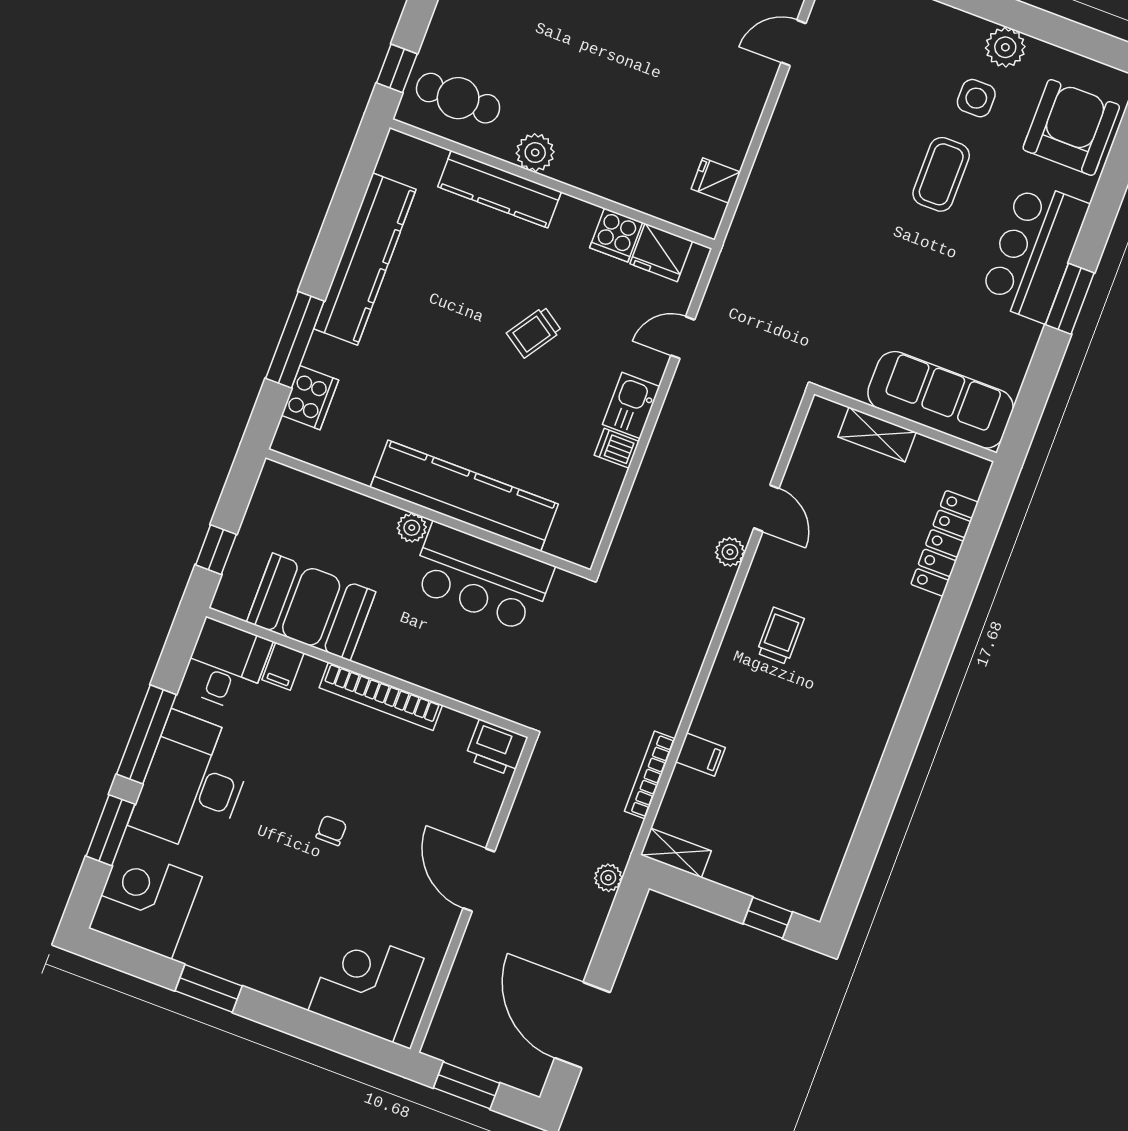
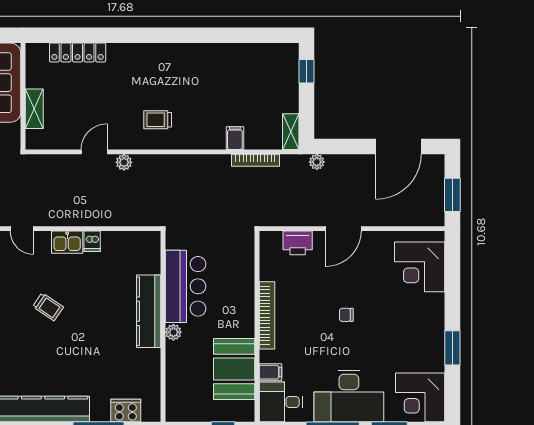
kitchen counter: (464, 496) -> (149, 311), width x0.72, depth x0.86
printer: (496, 748) -> (298, 243), moved, turned 90

